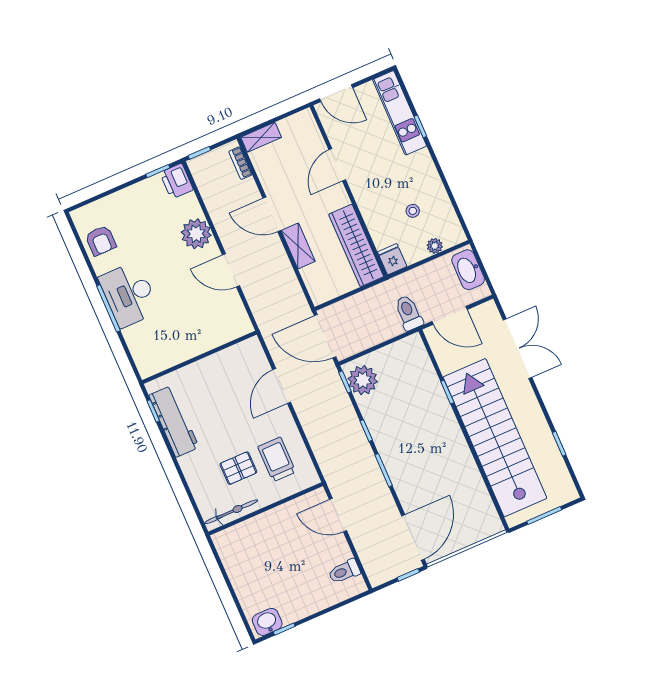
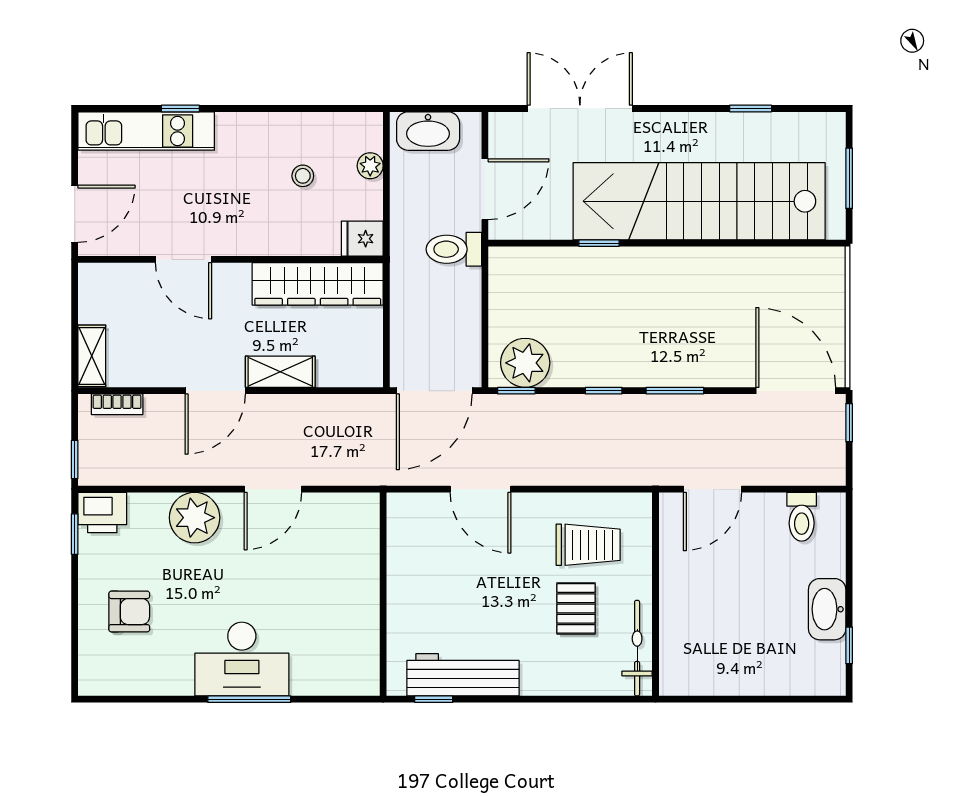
armchair: (101, 241) -> (129, 612), moved
trolley: (277, 459) -> (588, 545), turned 180
washbasin: (267, 622) -> (827, 609), moved, width x1.38

